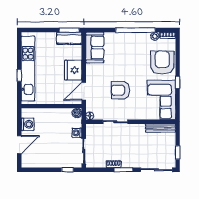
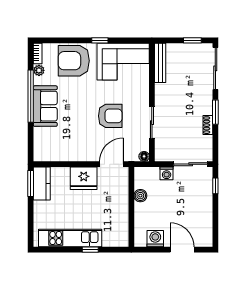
sofa: (95, 48) -> (45, 106), moved, turned 90
kitchen unit: (28, 69) -> (70, 238), width x0.73
armchair: (120, 90) -> (110, 116), turned -90
door: (84, 91) -> (112, 164), swing flipped
boiler: (77, 113) -> (140, 196), moved

